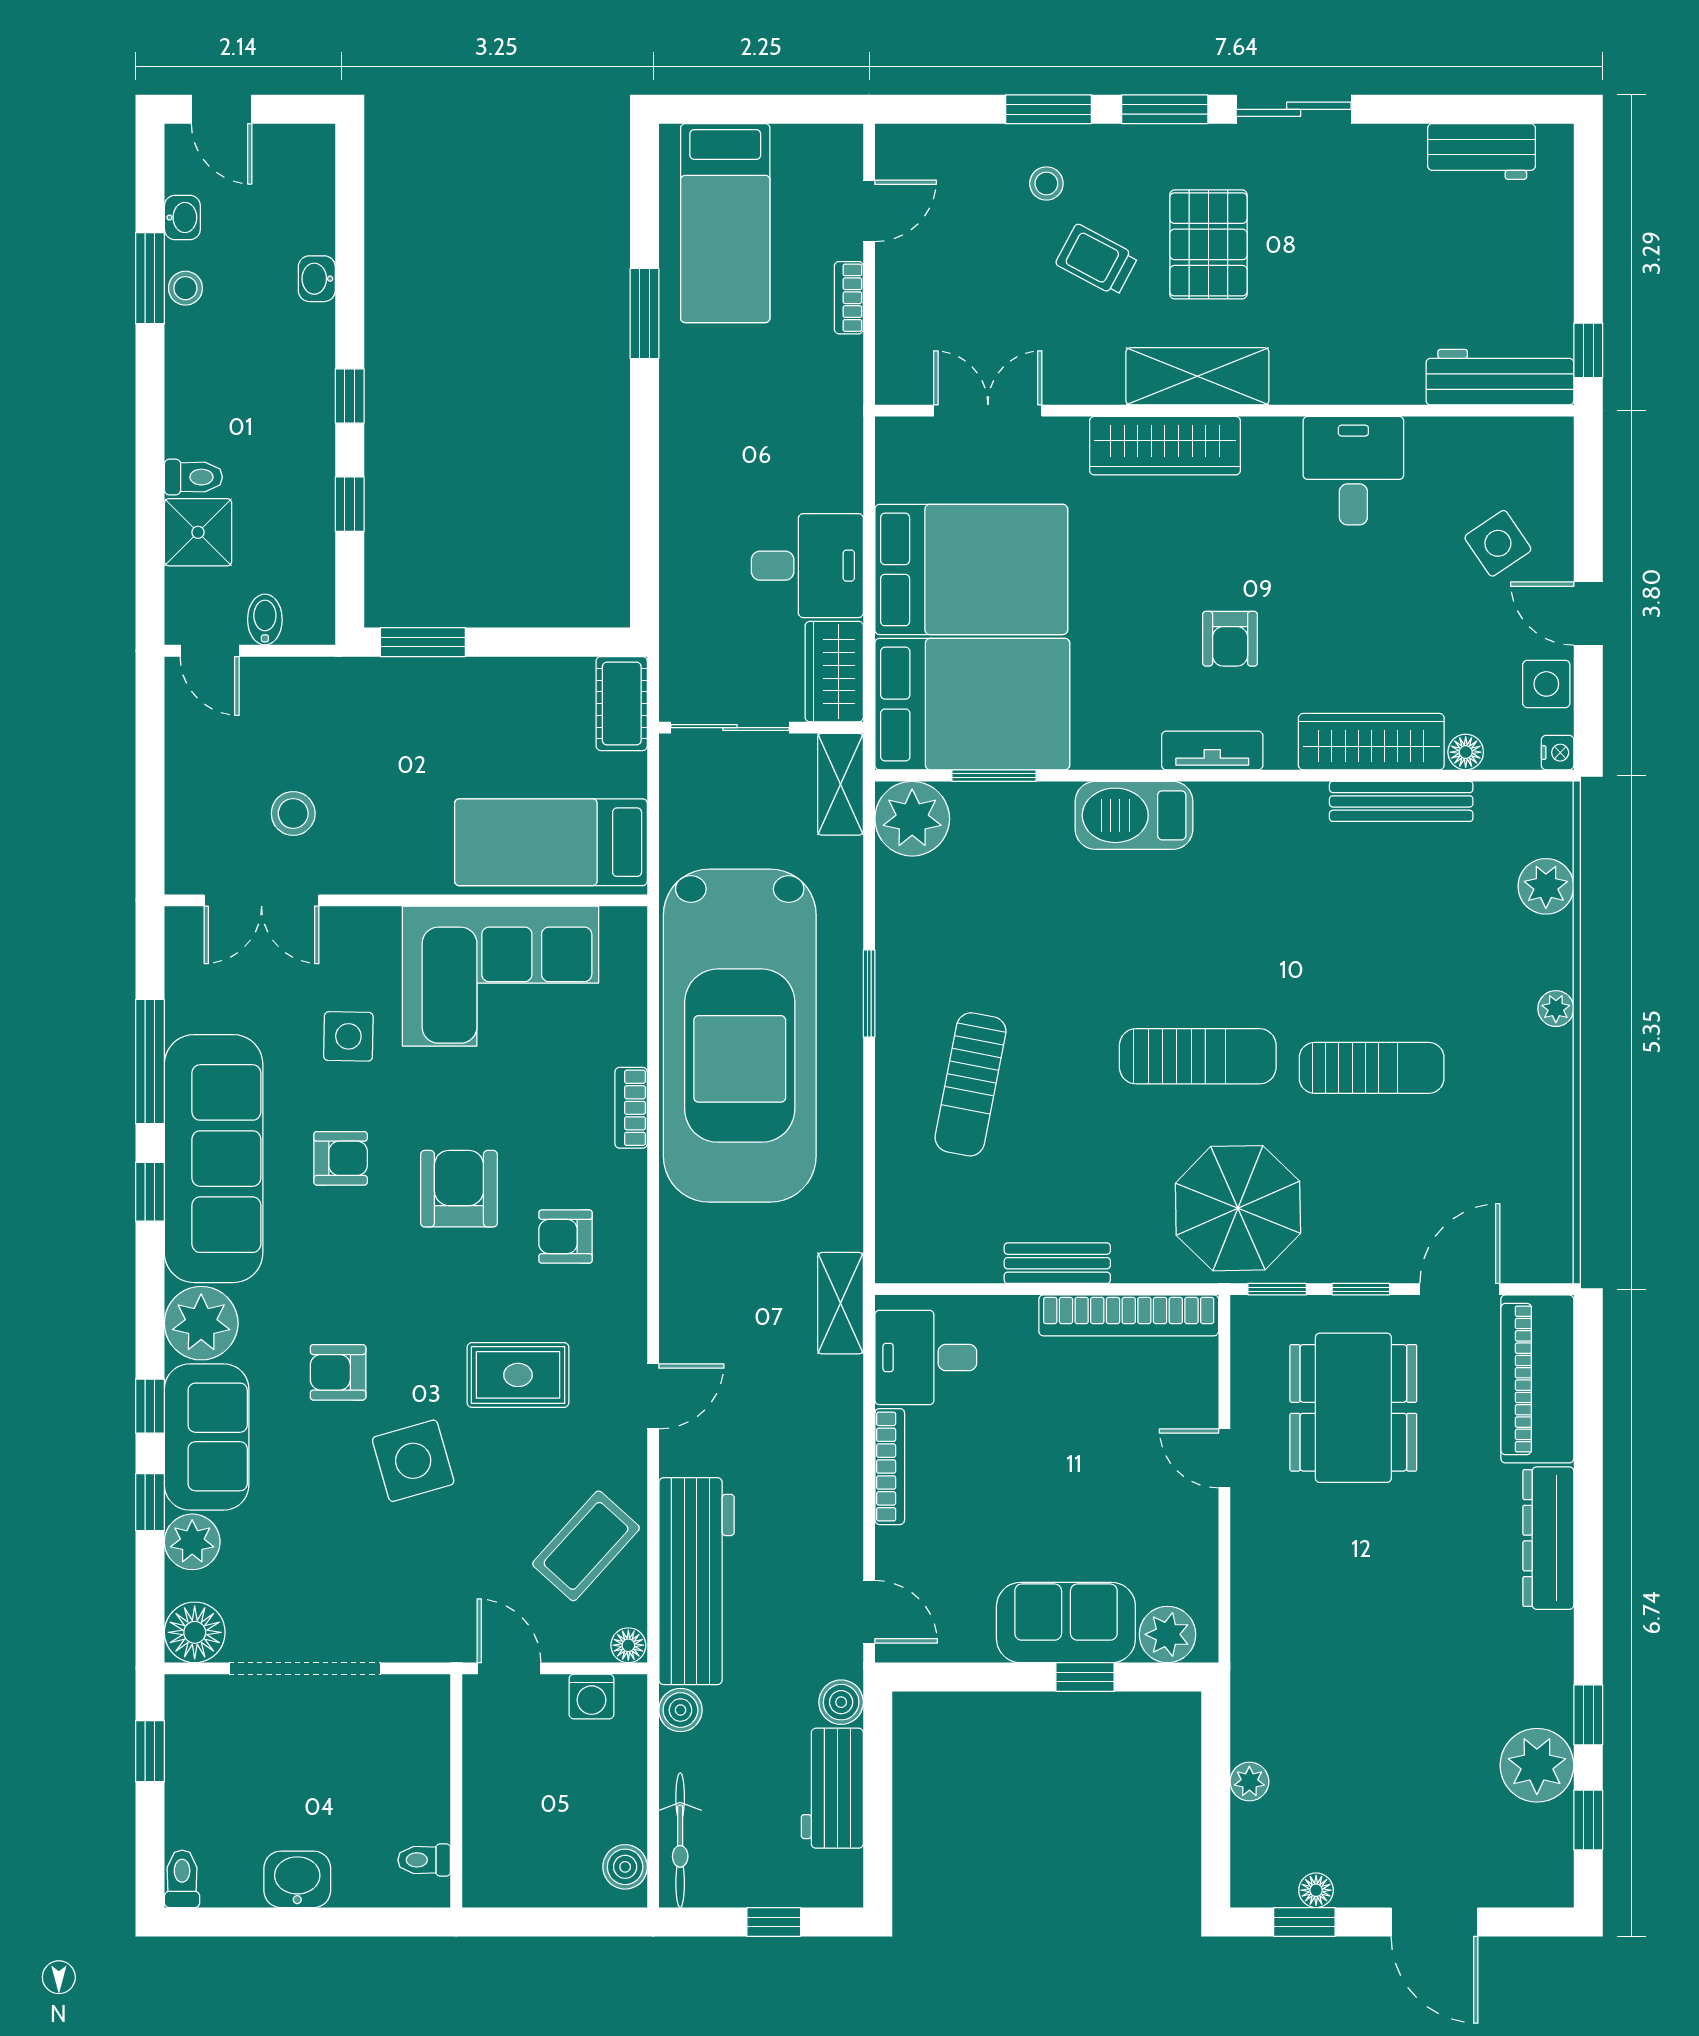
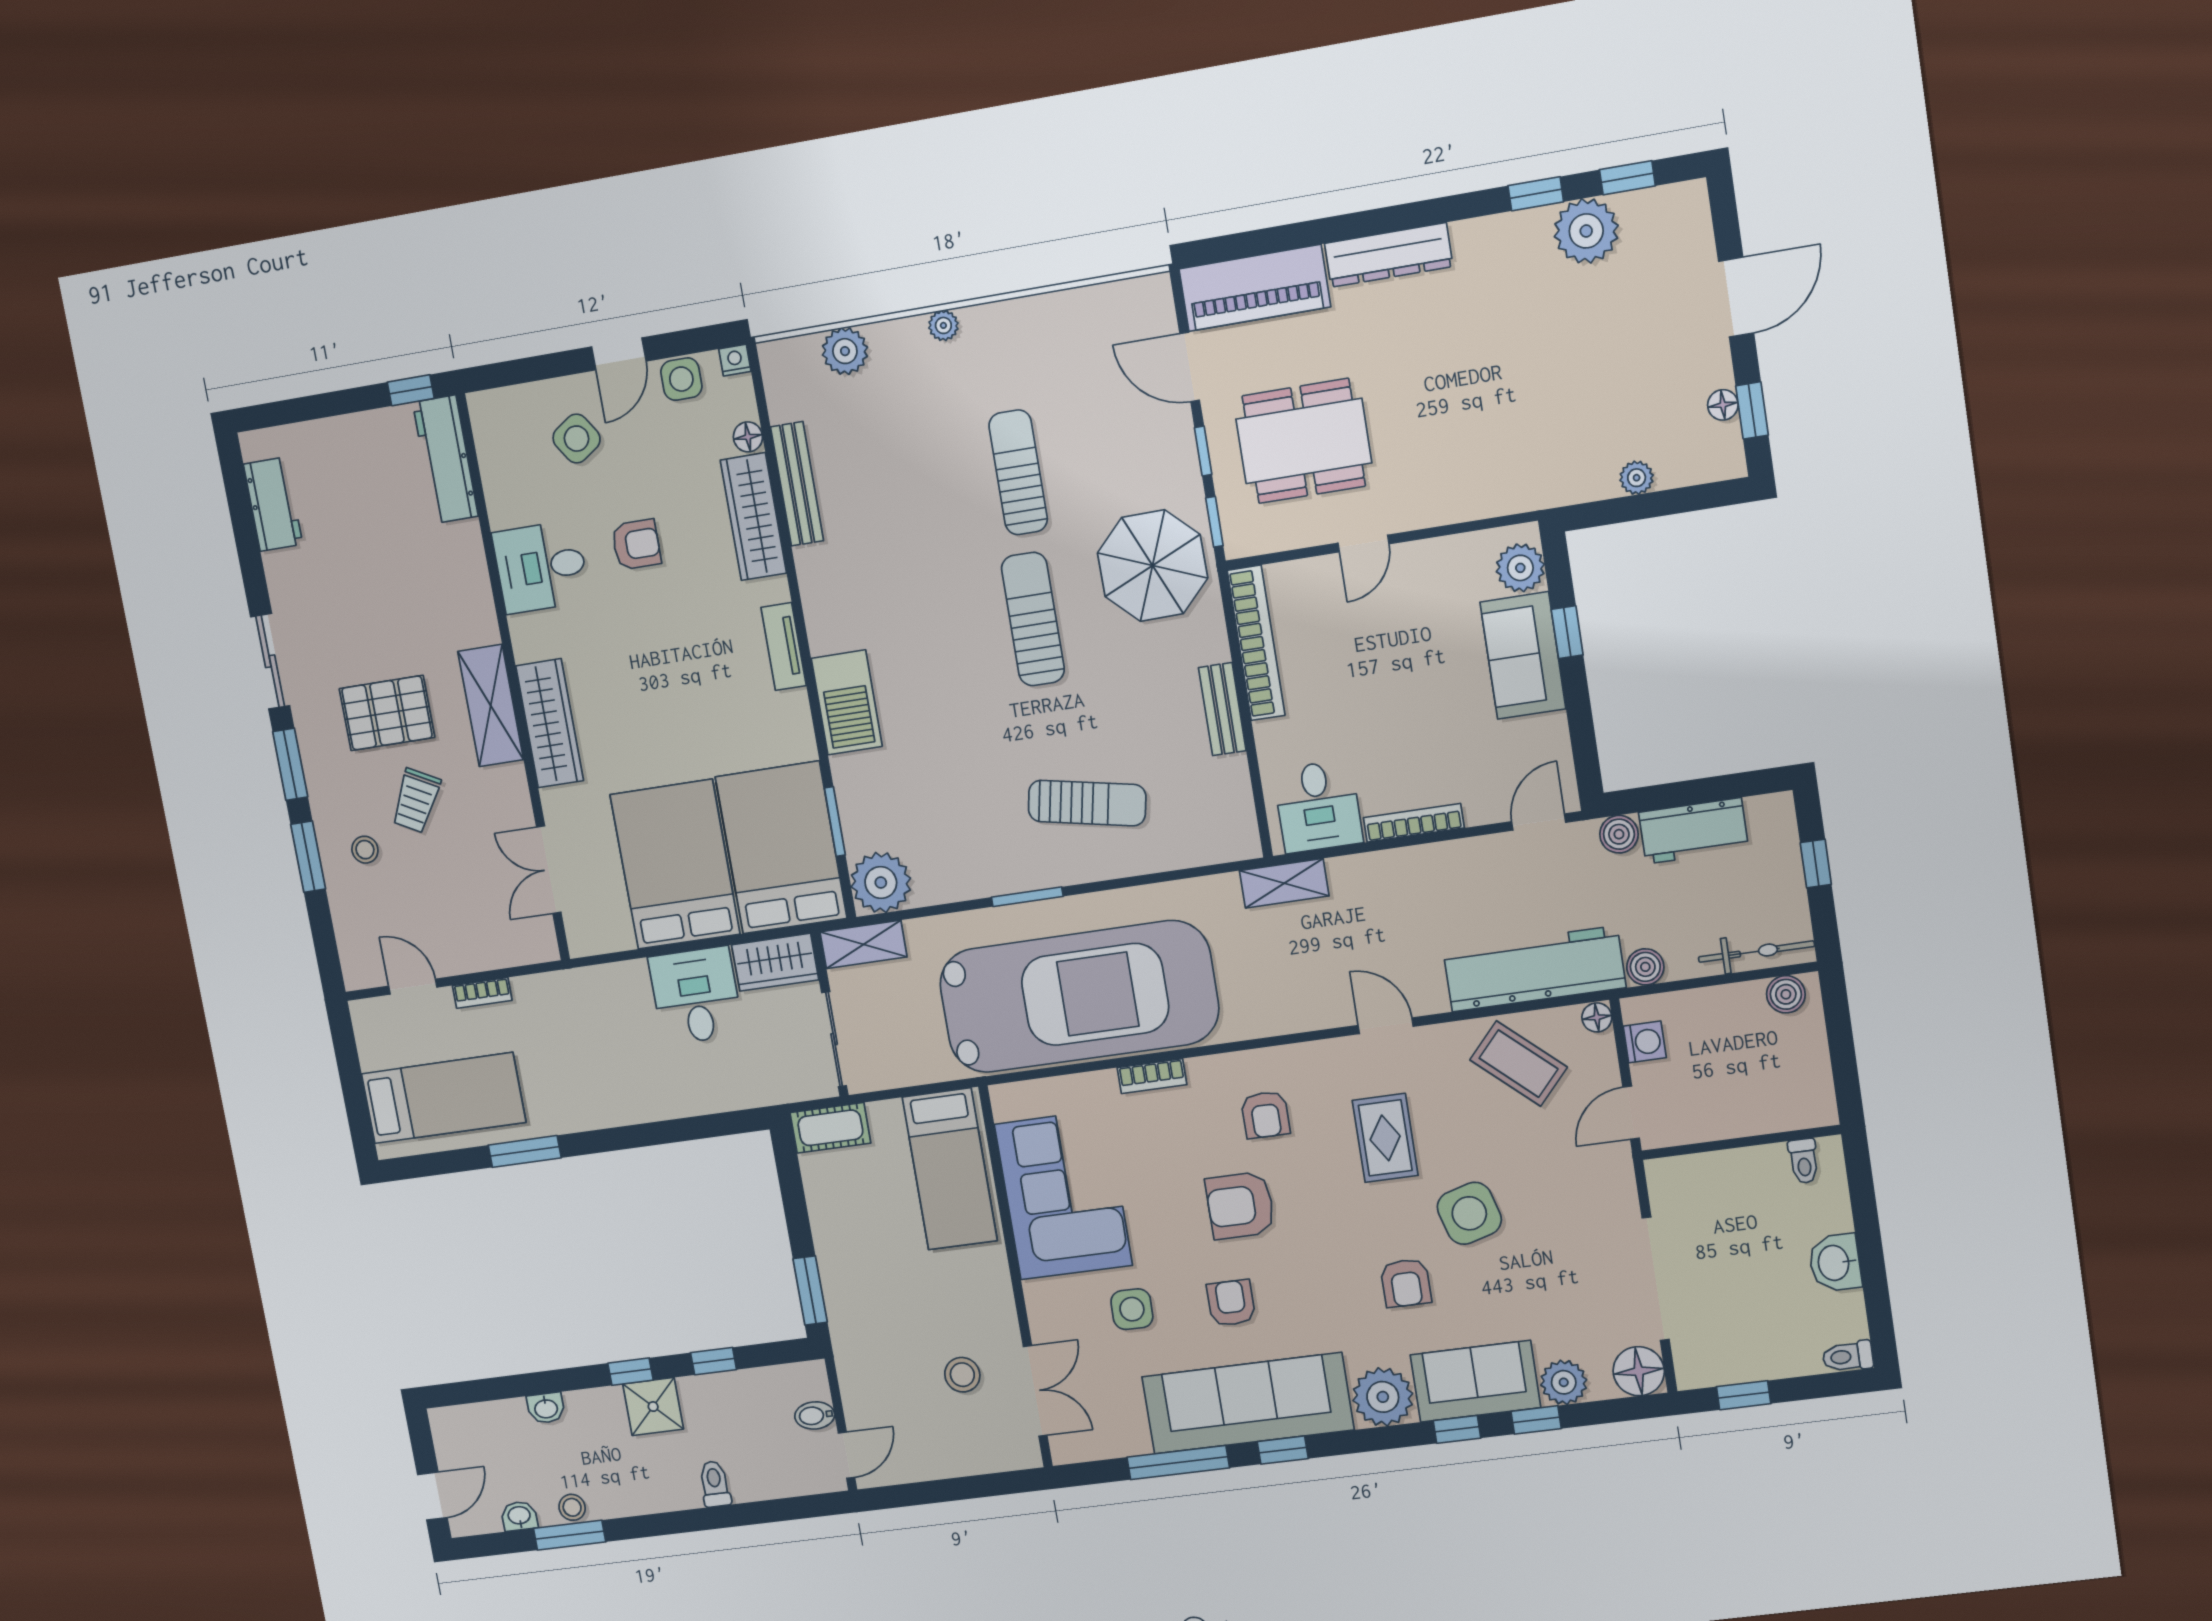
shower: (198, 532) -> (653, 1407), moved
armchair: (1230, 639) -> (636, 544), moved

